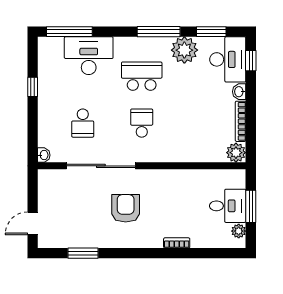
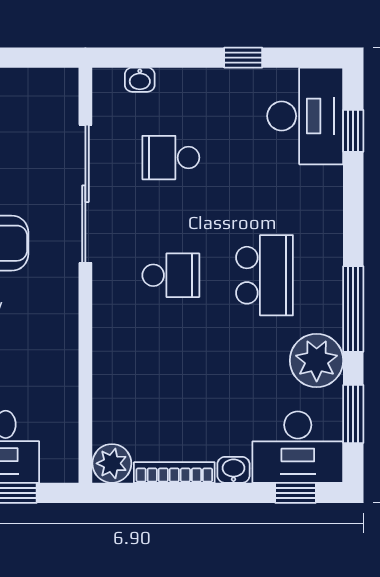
window: (69, 32) -> (353, 131), width x0.46
desk: (89, 56) -> (305, 116), moved
washbasin: (44, 155) -> (140, 80), moved

